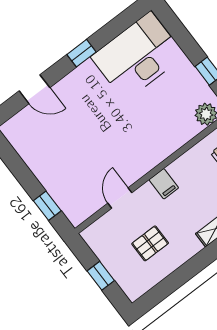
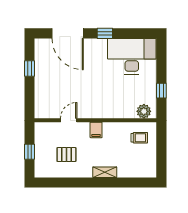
door: (34, 89) -> (68, 33), width x1.87
window: (47, 206) -> (29, 69), moved

